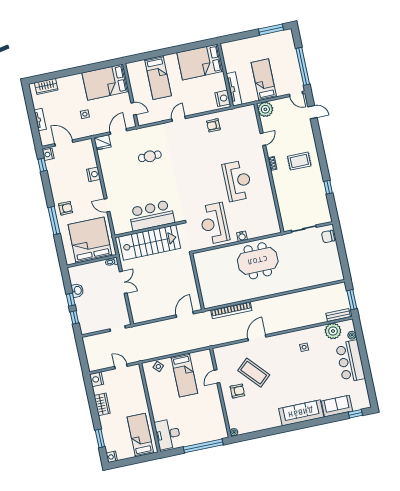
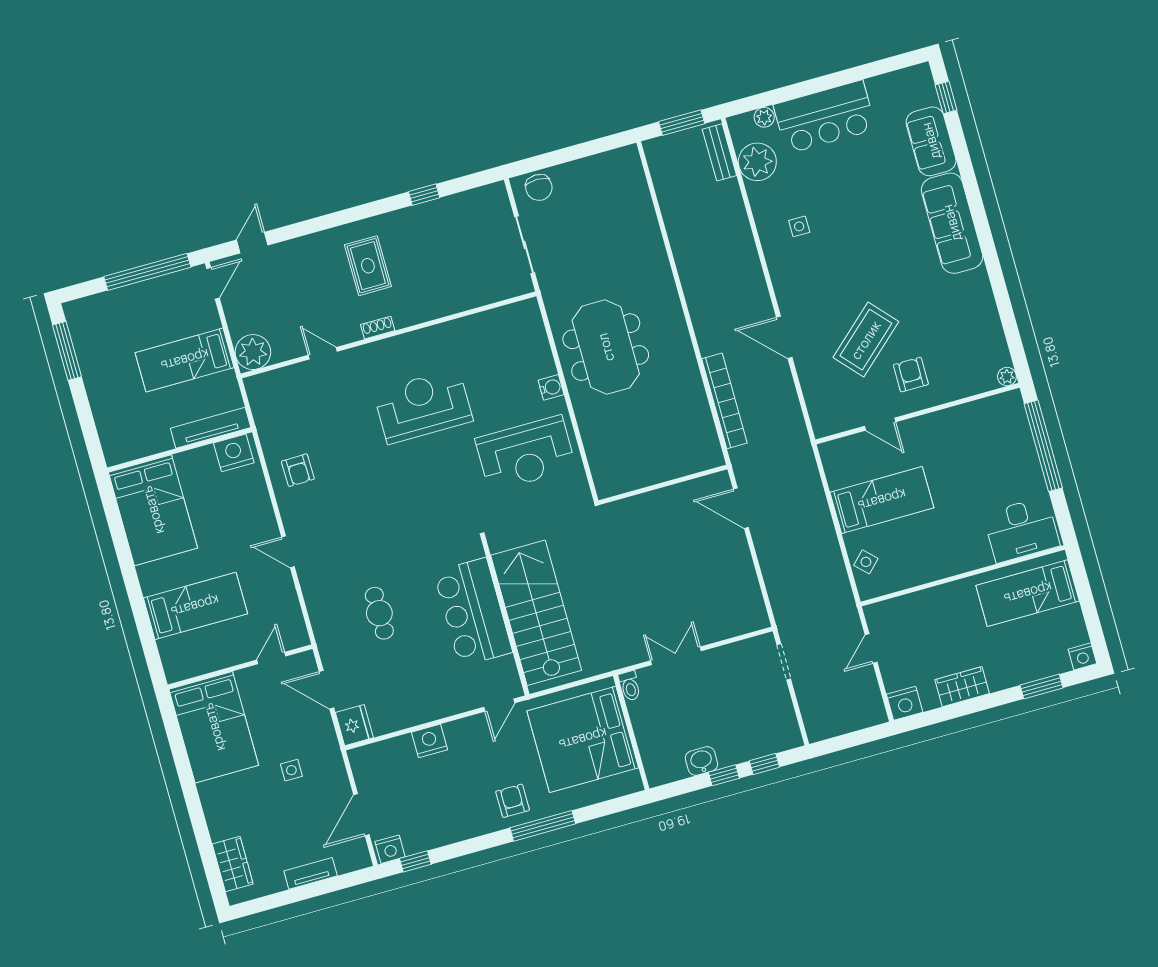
bar counter: (152, 215) -> (473, 612), moved
wall: (149, 229) -> (505, 616), moved
stairs: (150, 243) -> (536, 613), moved

